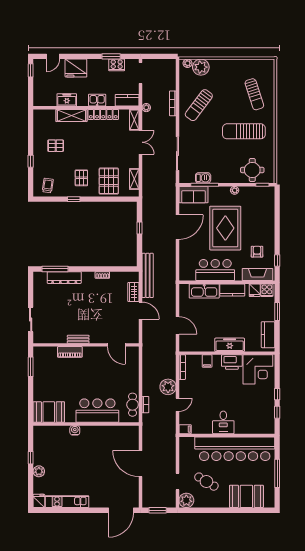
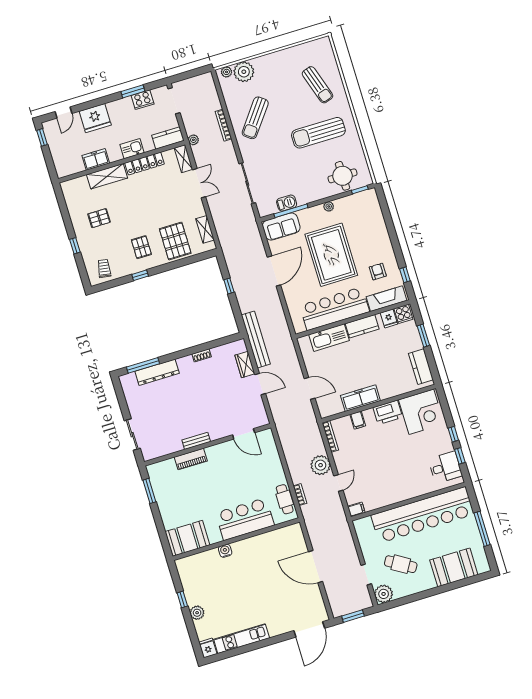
bar counter: (215, 270) -> (335, 309), width x1.36
freezer: (230, 345) -> (360, 398), moved
desk: (223, 422) -> (445, 467), moved, turned -90

